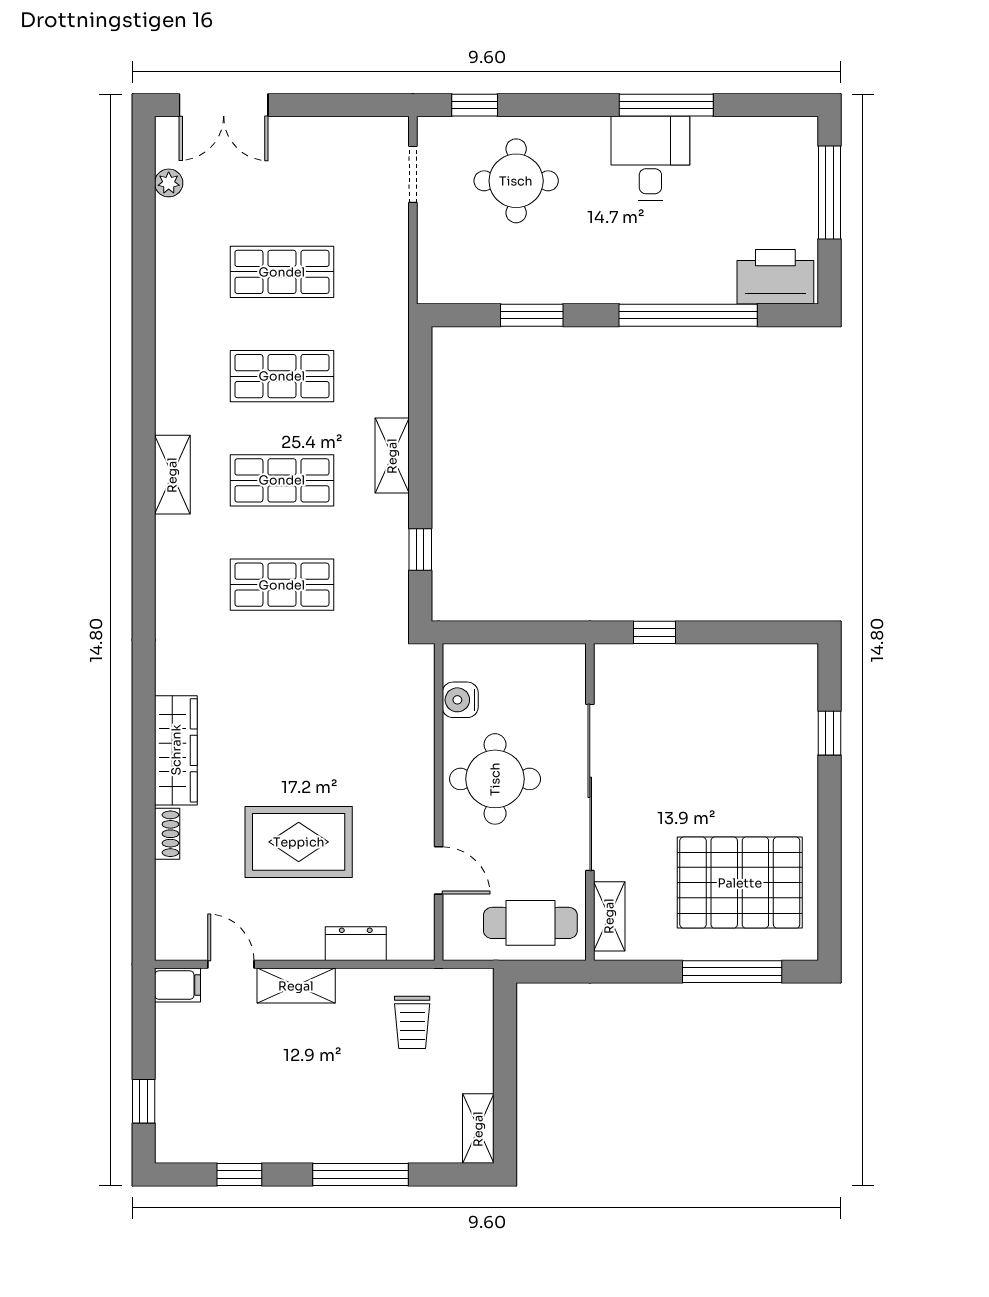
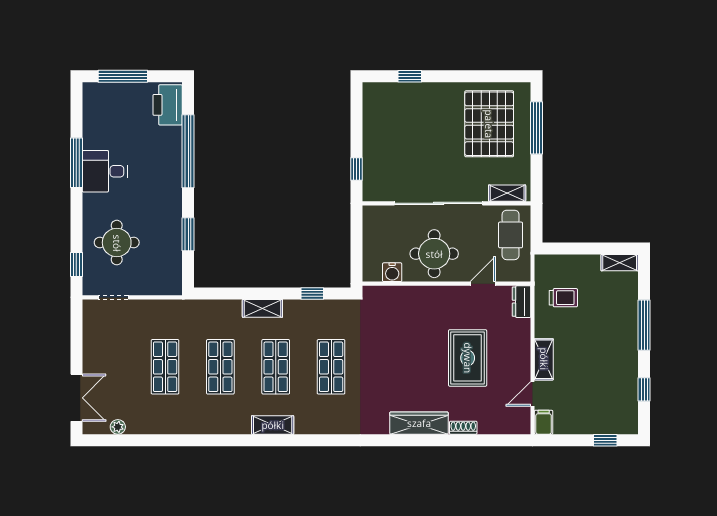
dresser: (356, 944) -> (522, 302), moved

